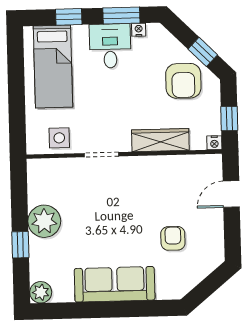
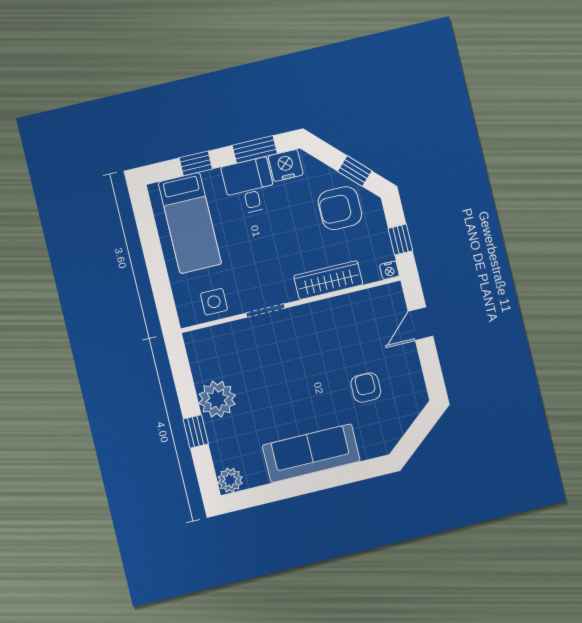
nightstand: (139, 30) -> (286, 165), width x1.89, depth x1.79
armchair: (183, 81) -> (340, 208), turned 90

